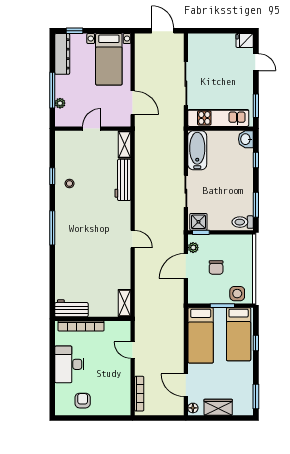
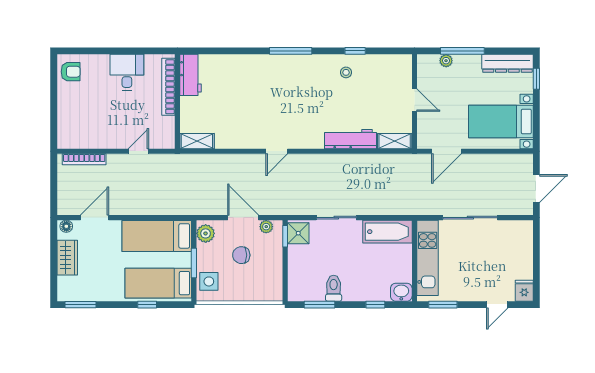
toilet: (243, 222) -> (334, 288), moved
plant: (199, 296) -> (206, 233), added
desk: (69, 364) -> (127, 72), width x0.73
armchair: (83, 401) -> (71, 72), moved

